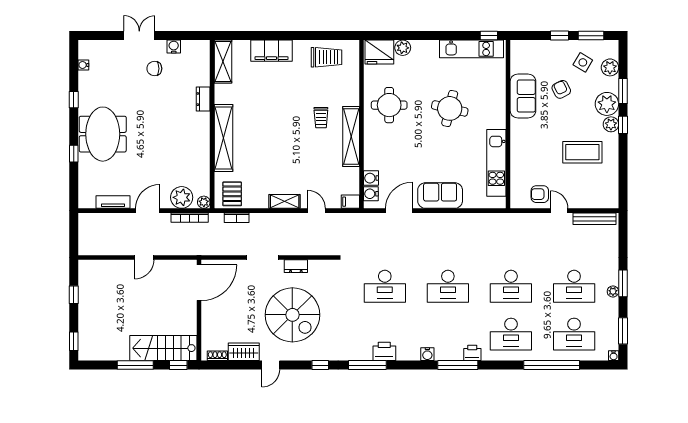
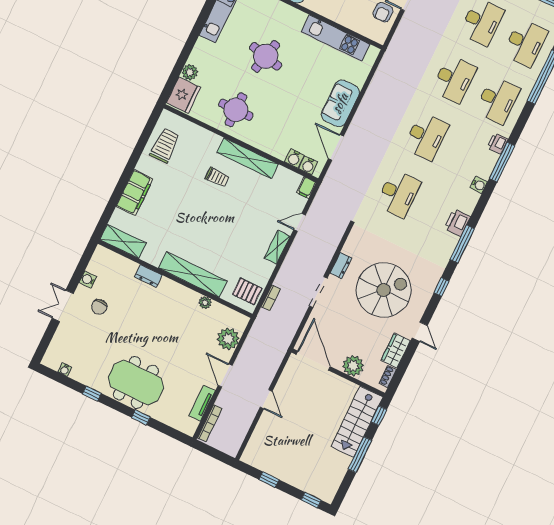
plant: (204, 202) -> (205, 303), moved
bookcase: (190, 218) -> (210, 423), moved
plant: (212, 321) -> (353, 366), added

